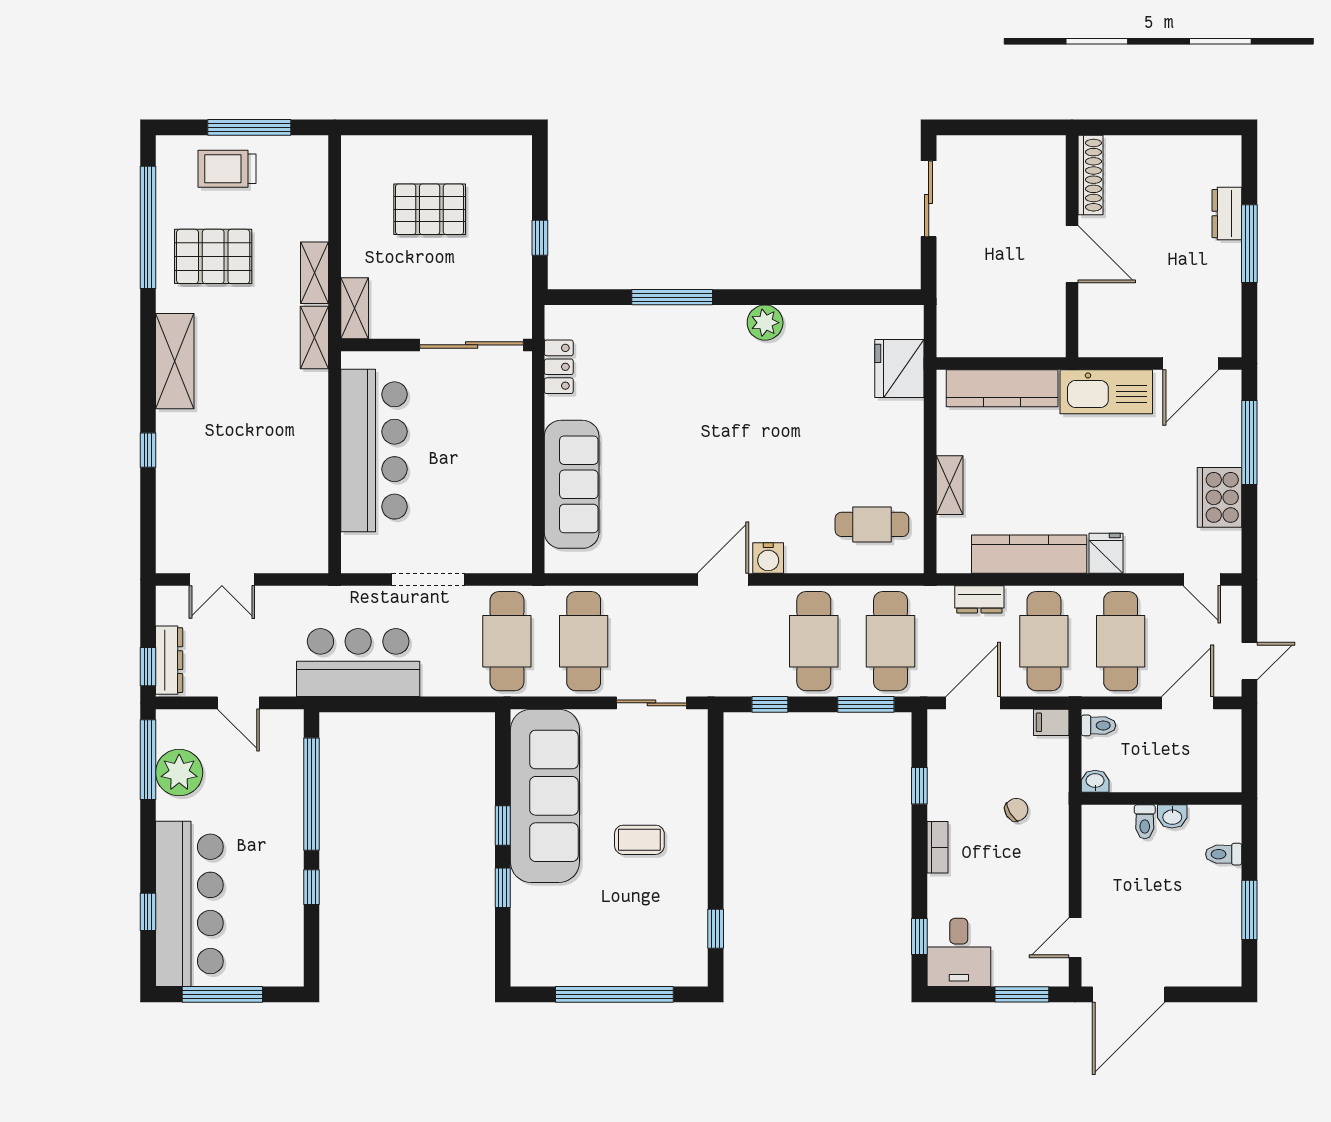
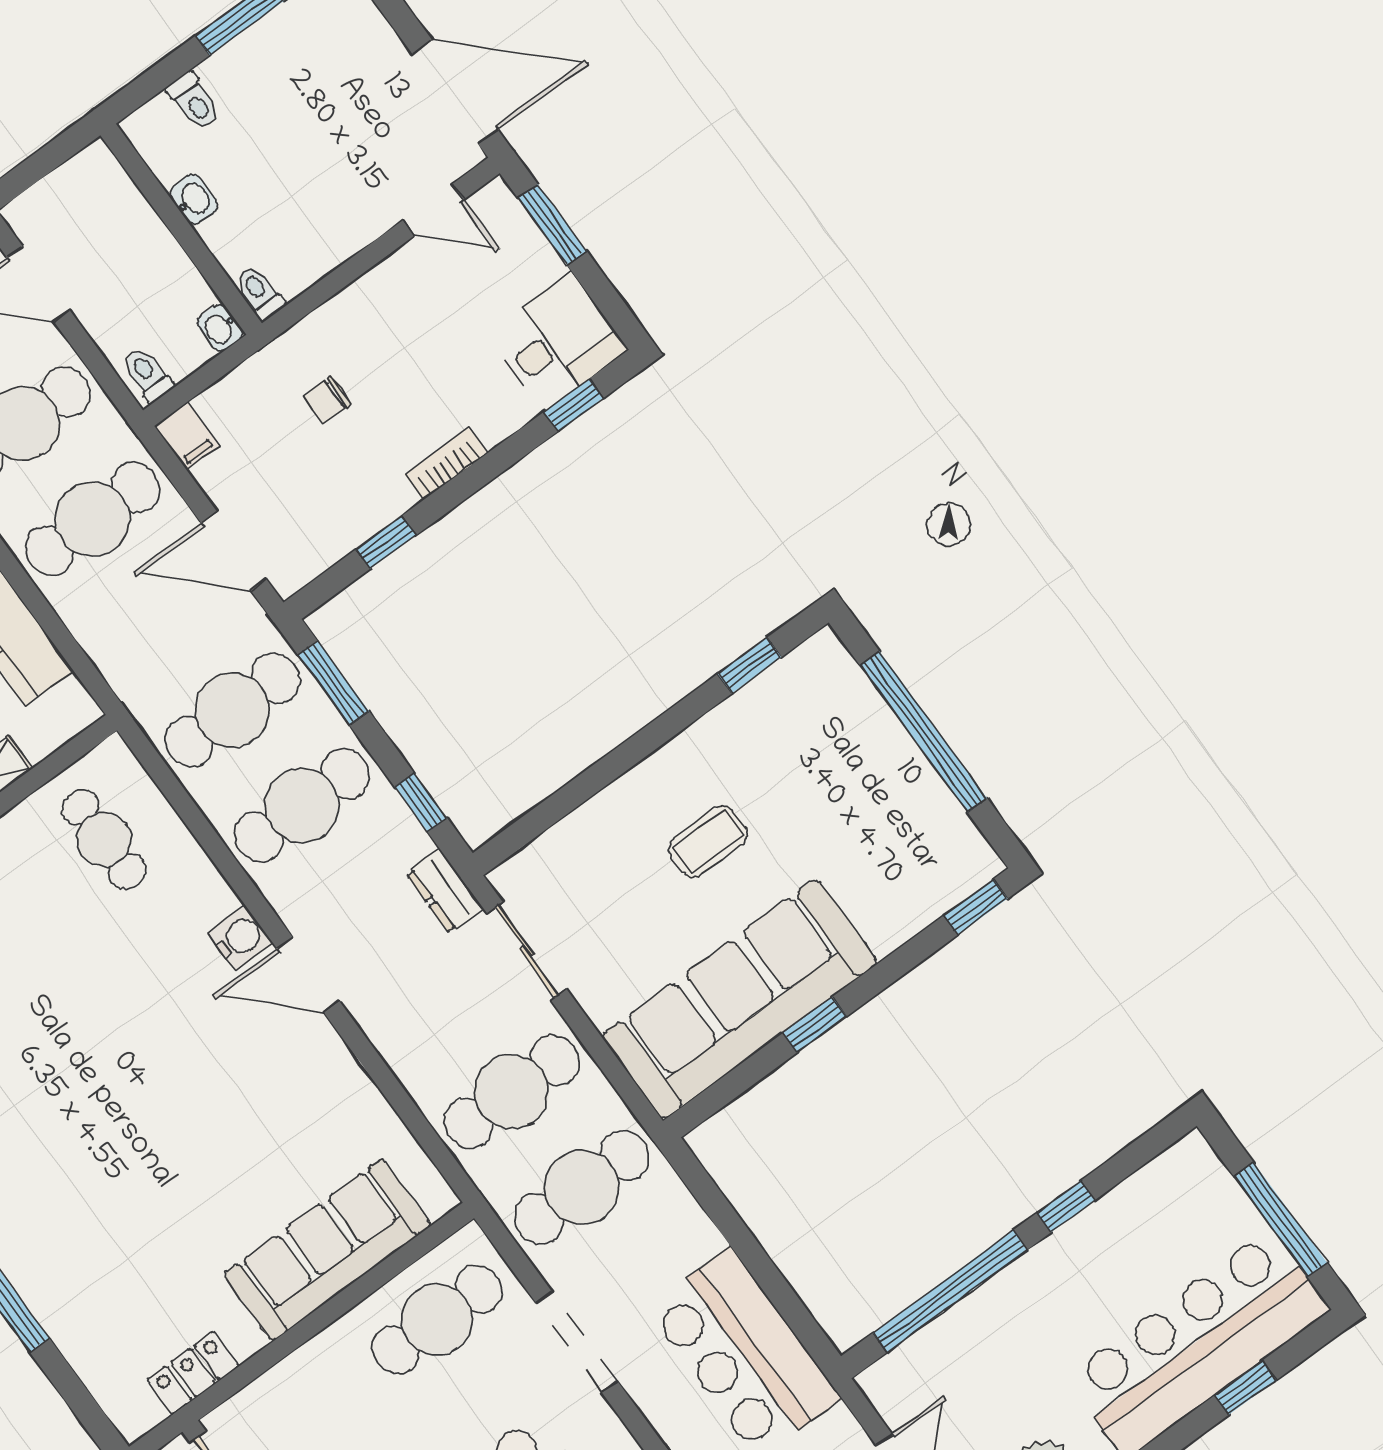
cafe table: (493, 515) -> (437, 1320), added
dresser: (979, 599) -> (445, 891), moved, turned 180
chair: (1016, 810) -> (327, 400), turned -58
toilet: (1145, 822) -> (259, 293), moved, turned -90
coffee table: (639, 840) -> (708, 842), turned 90
window: (503, 888) -> (976, 907), moved

